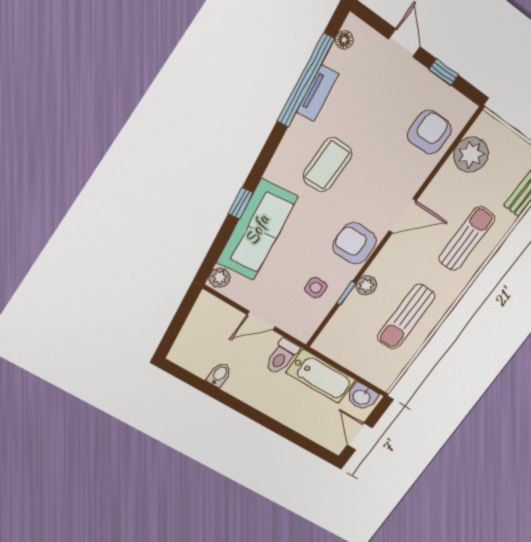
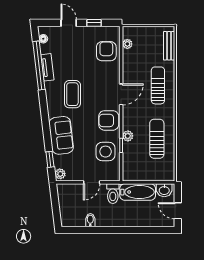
plant: (471, 155) -> (127, 44), width x0.53, depth x0.53
window: (241, 203) -> (50, 159), moved
sofa: (257, 230) -> (61, 135), width x0.73
side table: (316, 287) -> (106, 152), width x1.87, depth x1.87
sun lounger: (406, 317) -> (157, 139), turned 180

